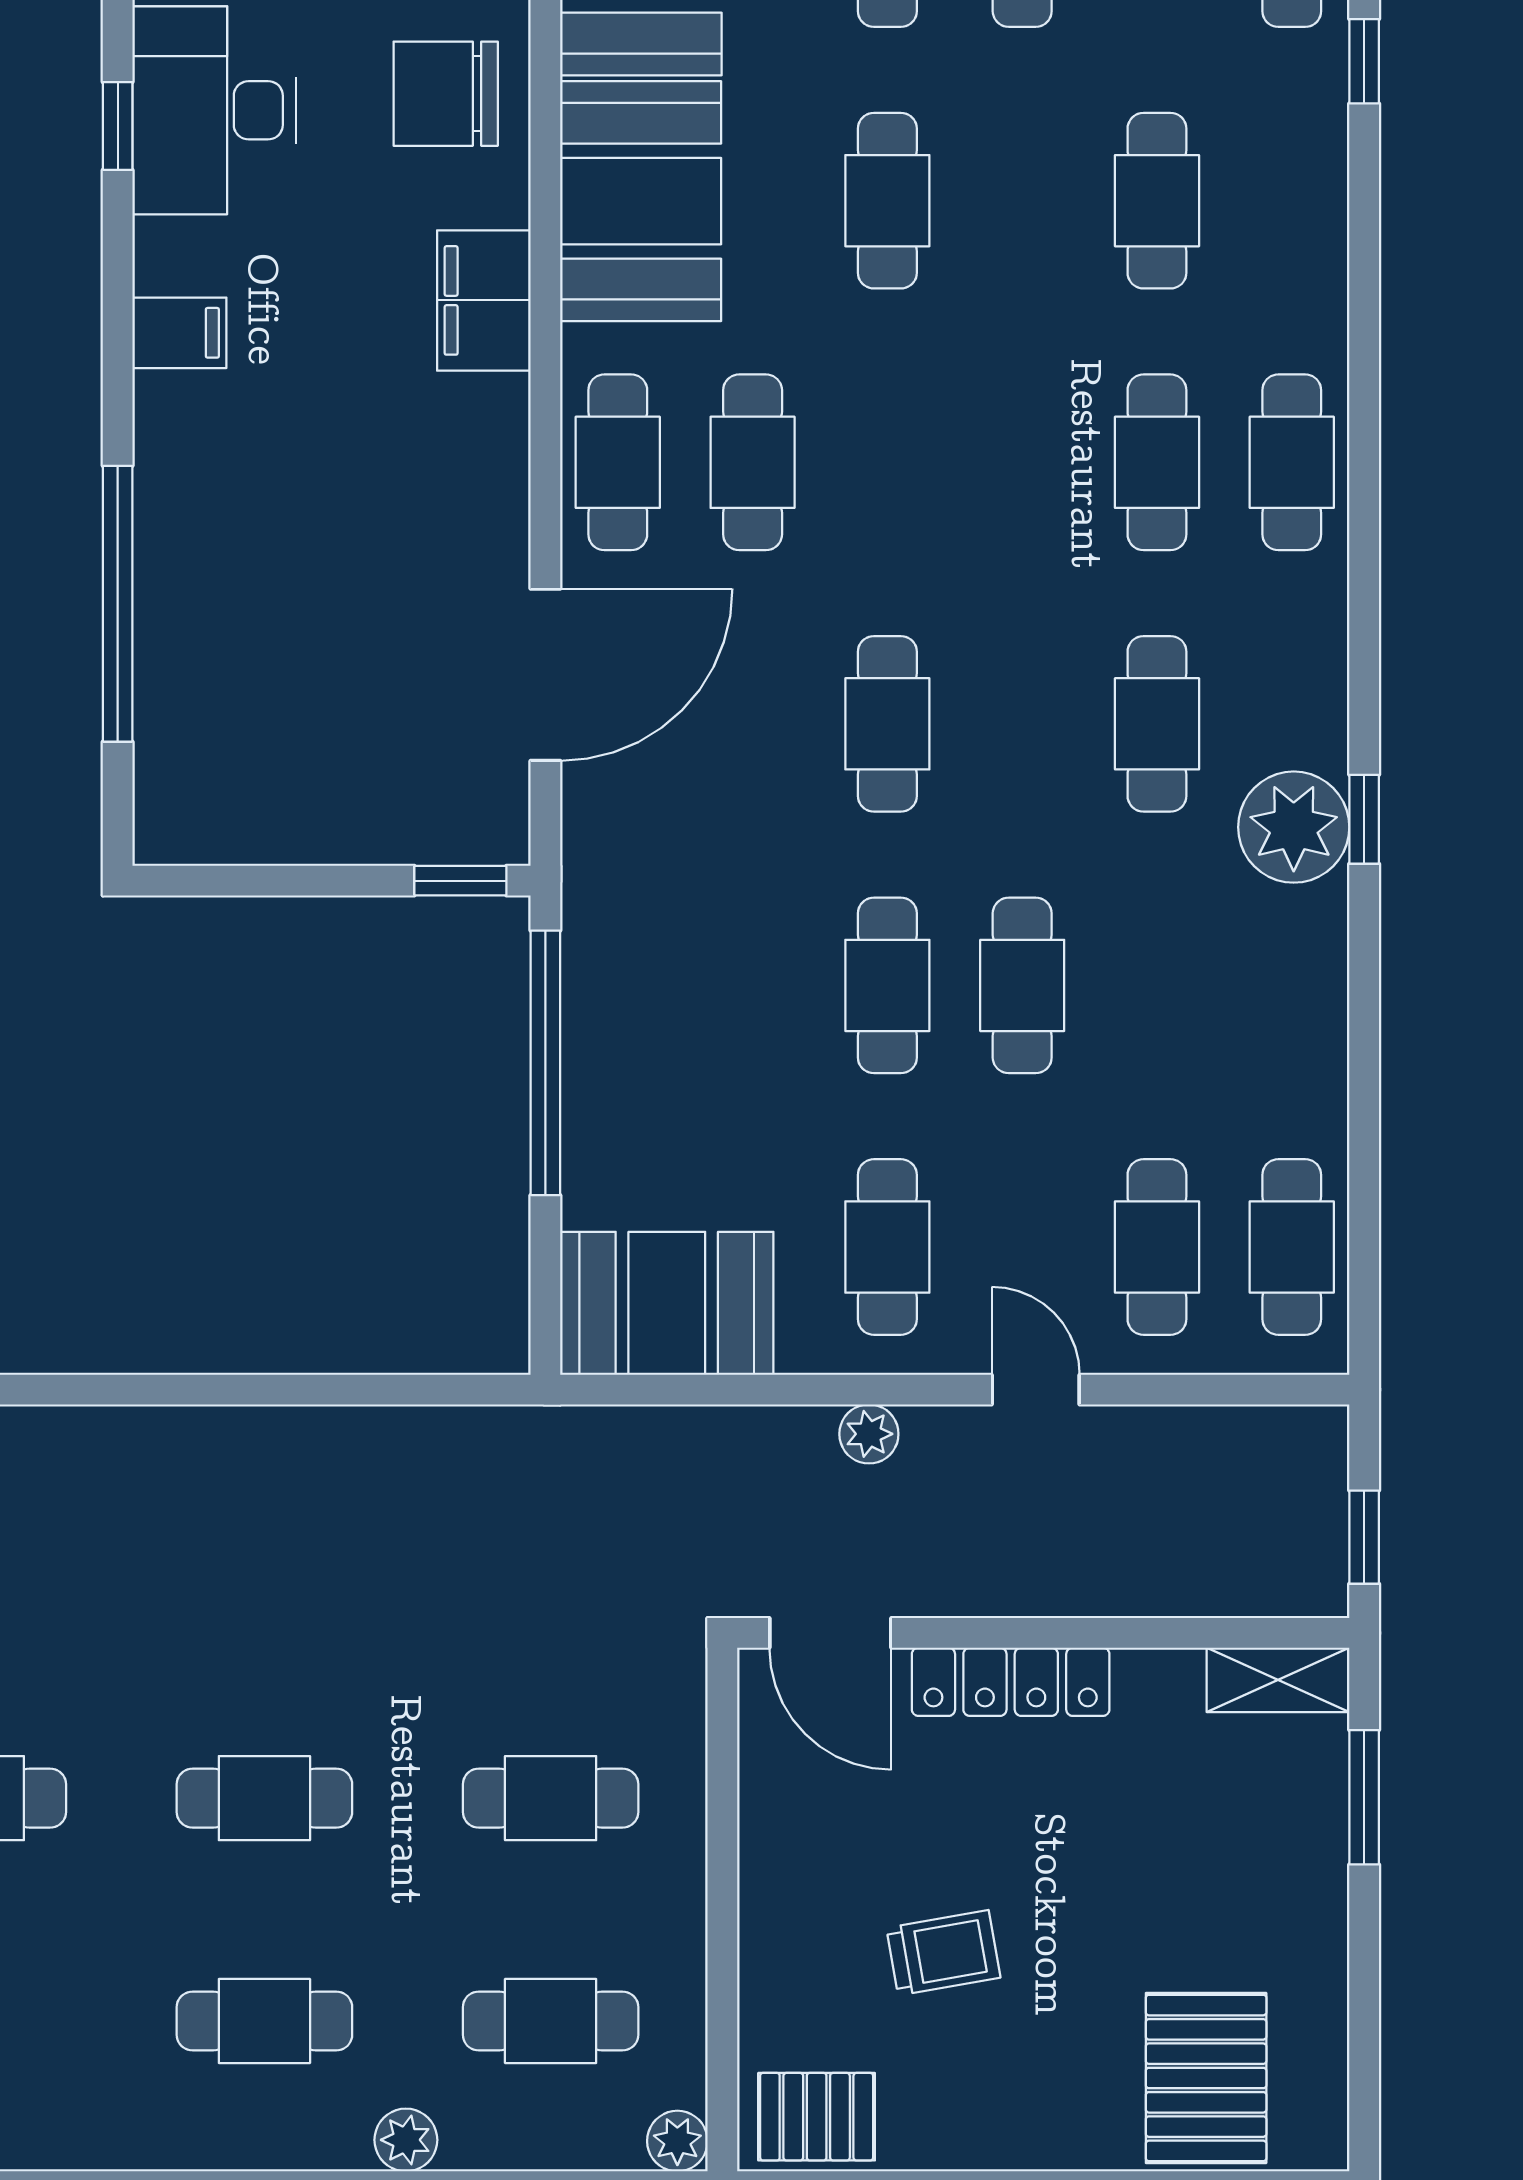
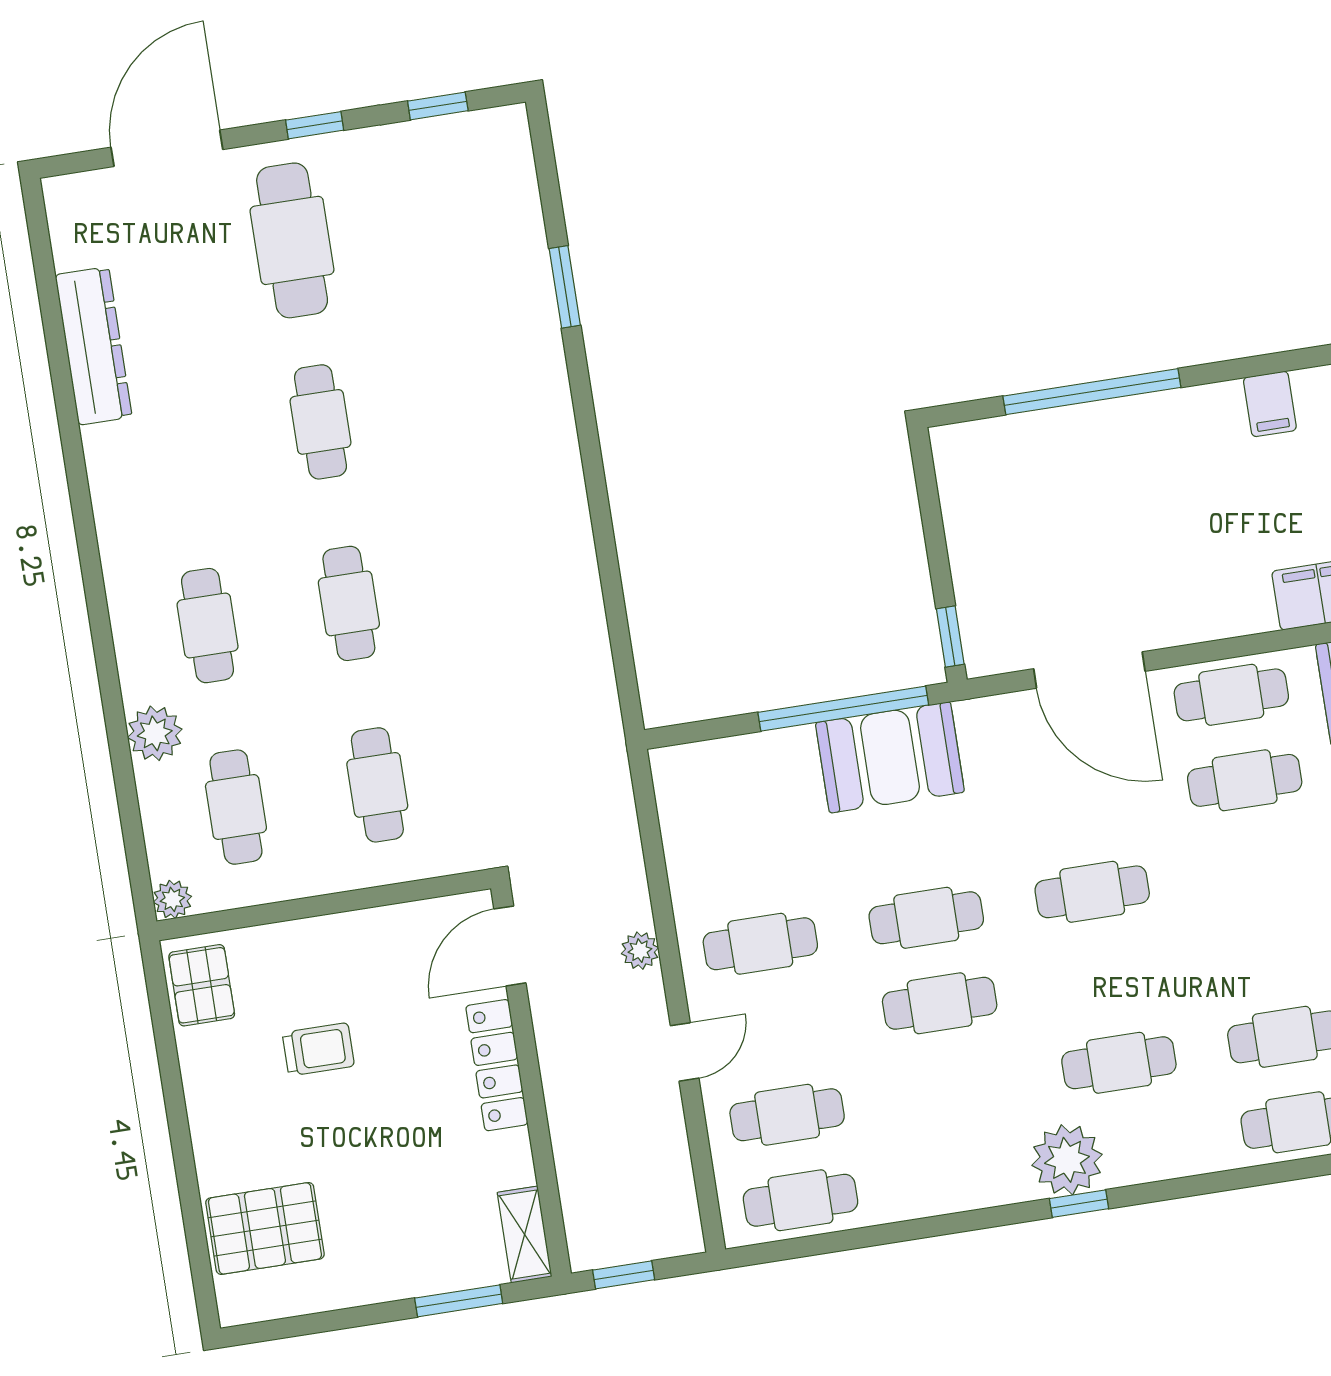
booth: (667, 1303) -> (890, 757), moved, turned 90
trolley: (943, 1953) -> (318, 1049), turned -80
plant: (406, 2140) -> (155, 733), width x1.38, depth x1.38

